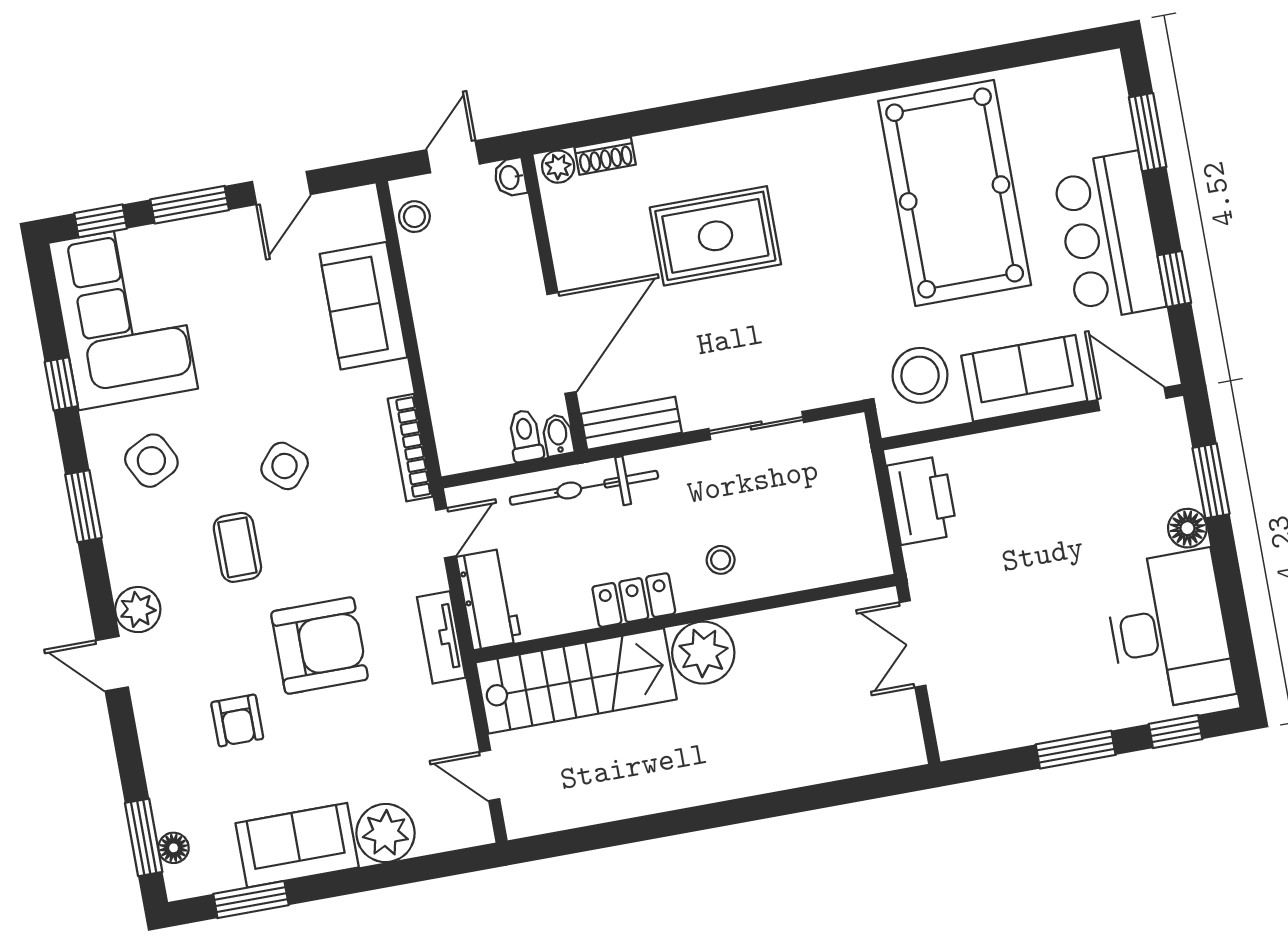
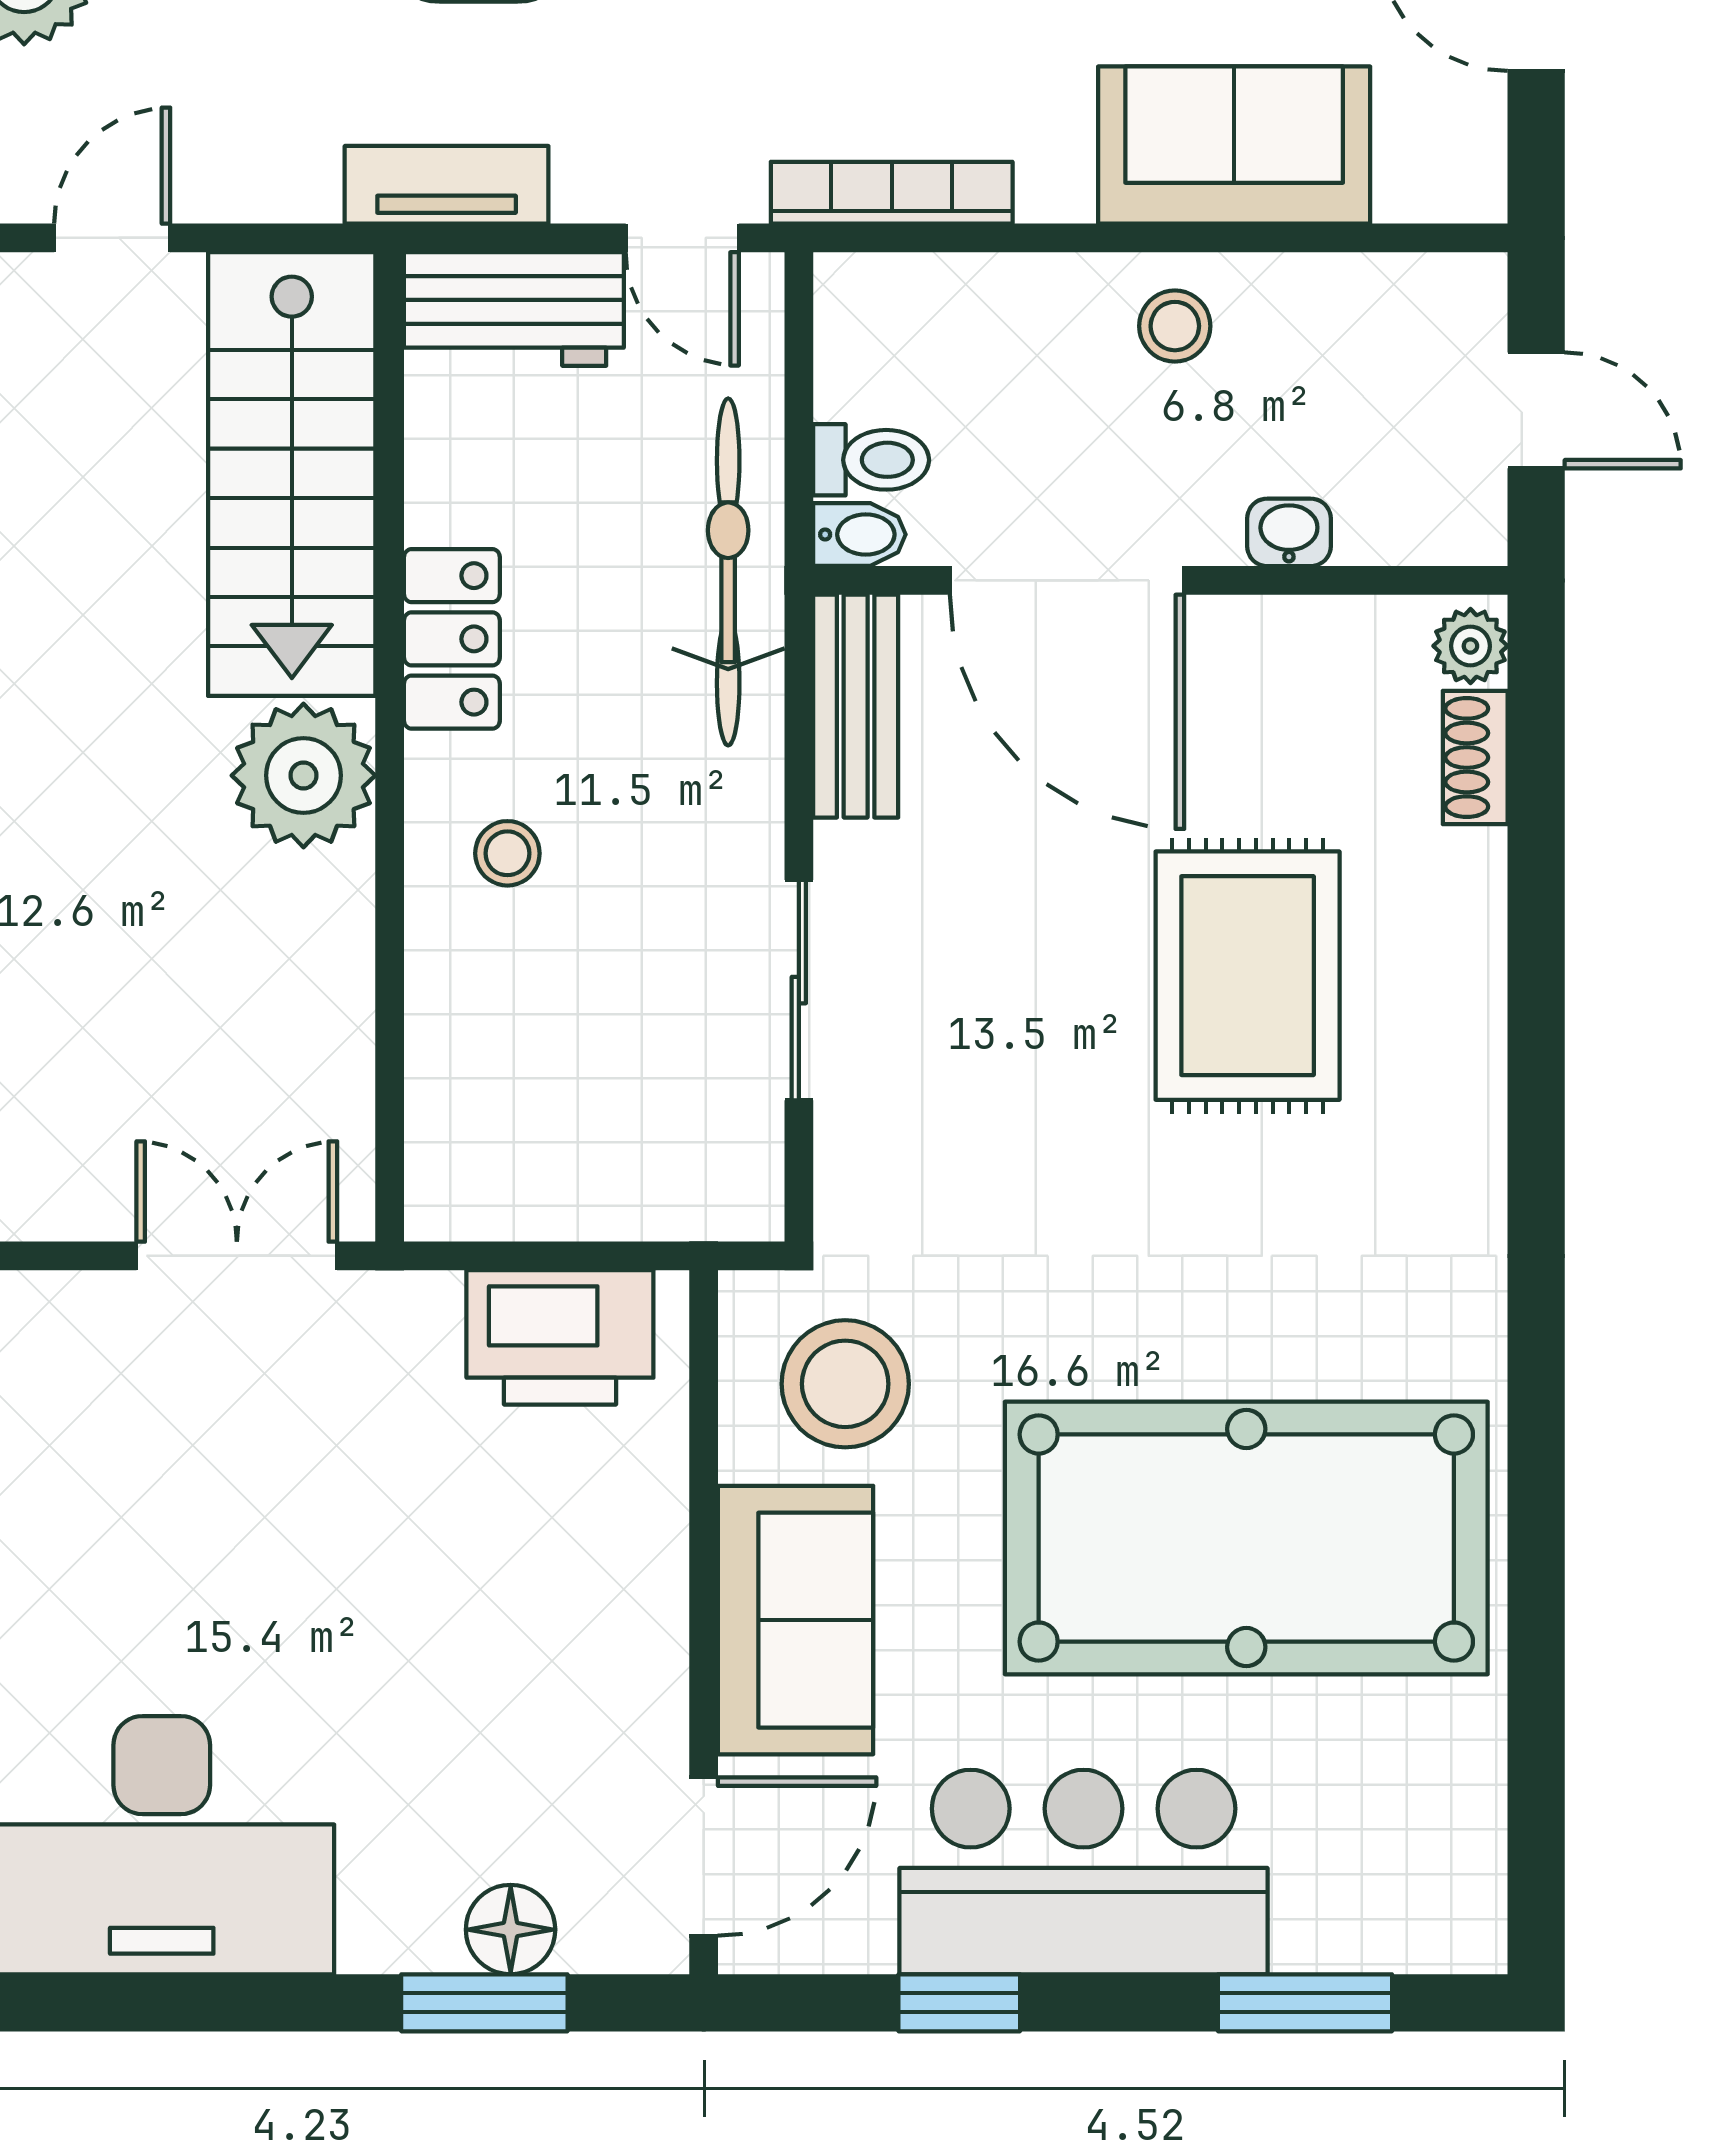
washbasin: (510, 177) -> (1289, 532), moved
stool: (414, 217) -> (1175, 326), moved
floor lamp: (1187, 528) -> (511, 1930), moved

